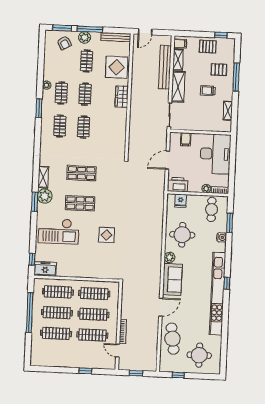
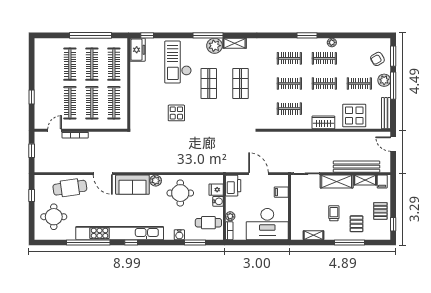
clothes rail: (107, 128) -> (289, 109), added
water cooler: (192, 199) -> (218, 201), added
window: (35, 202) -> (208, 35), width x1.44
window: (225, 324) -> (88, 242), added

